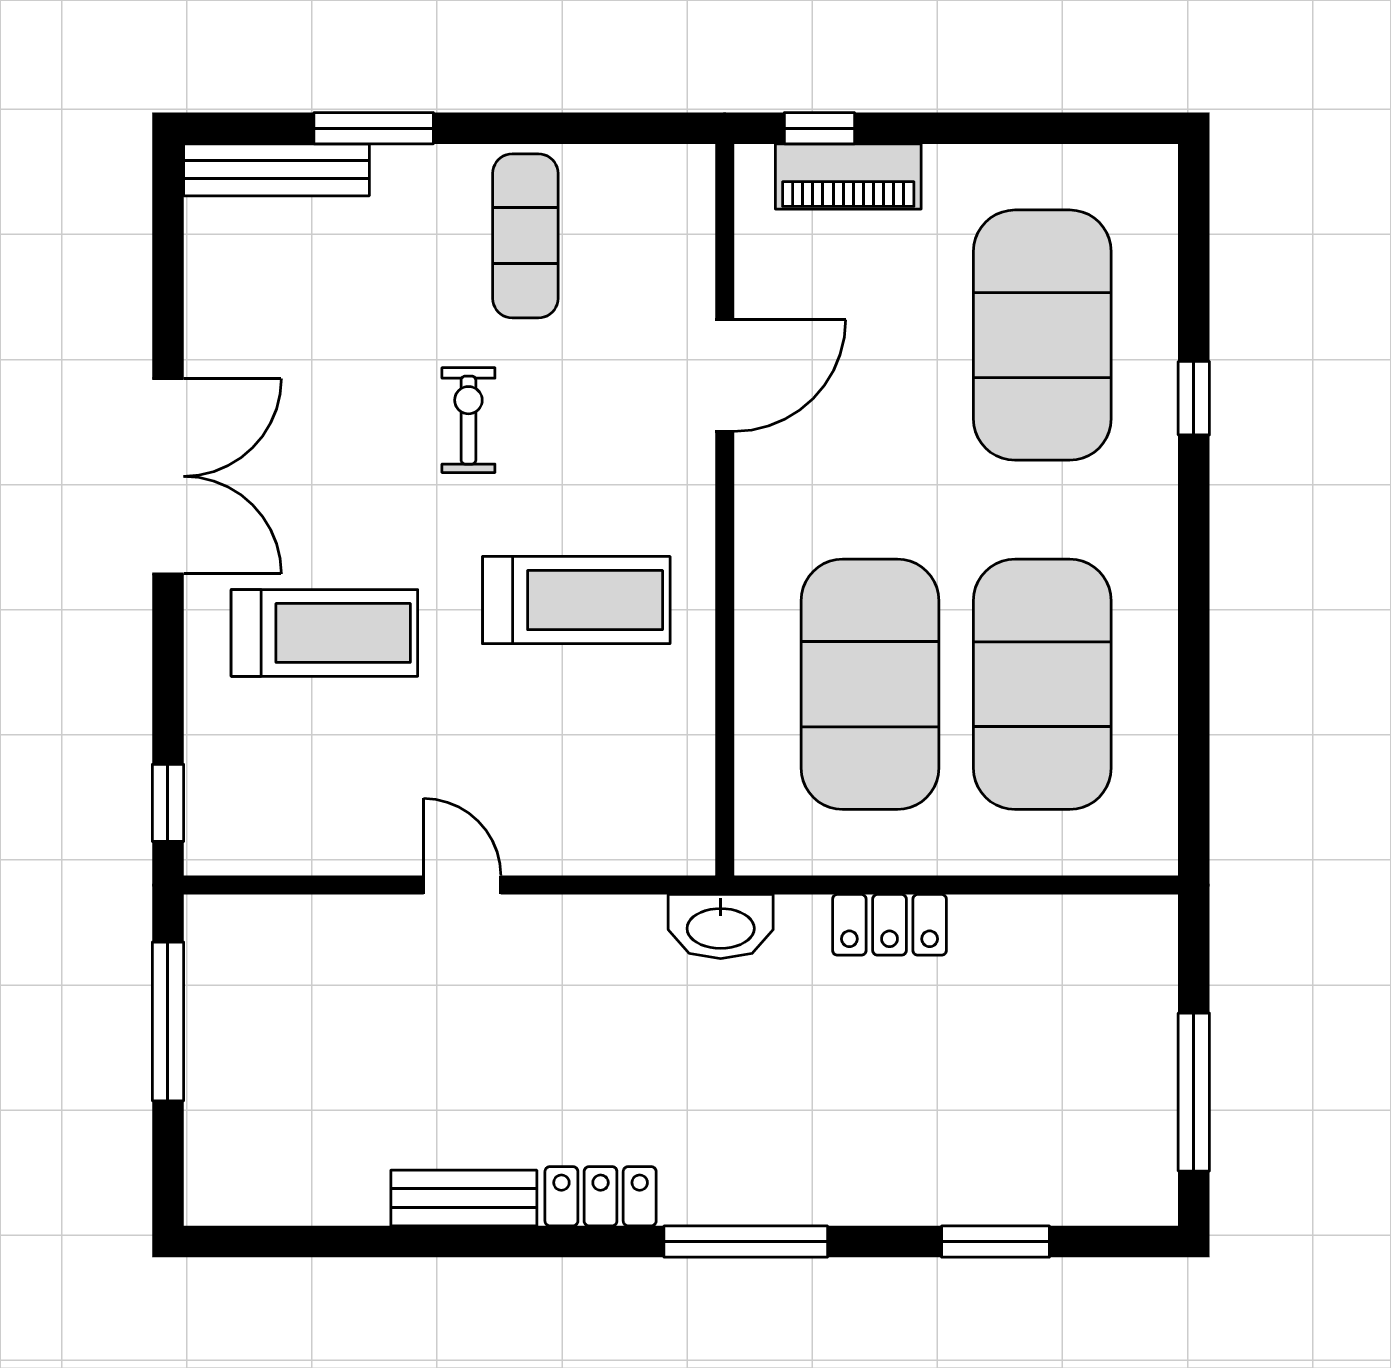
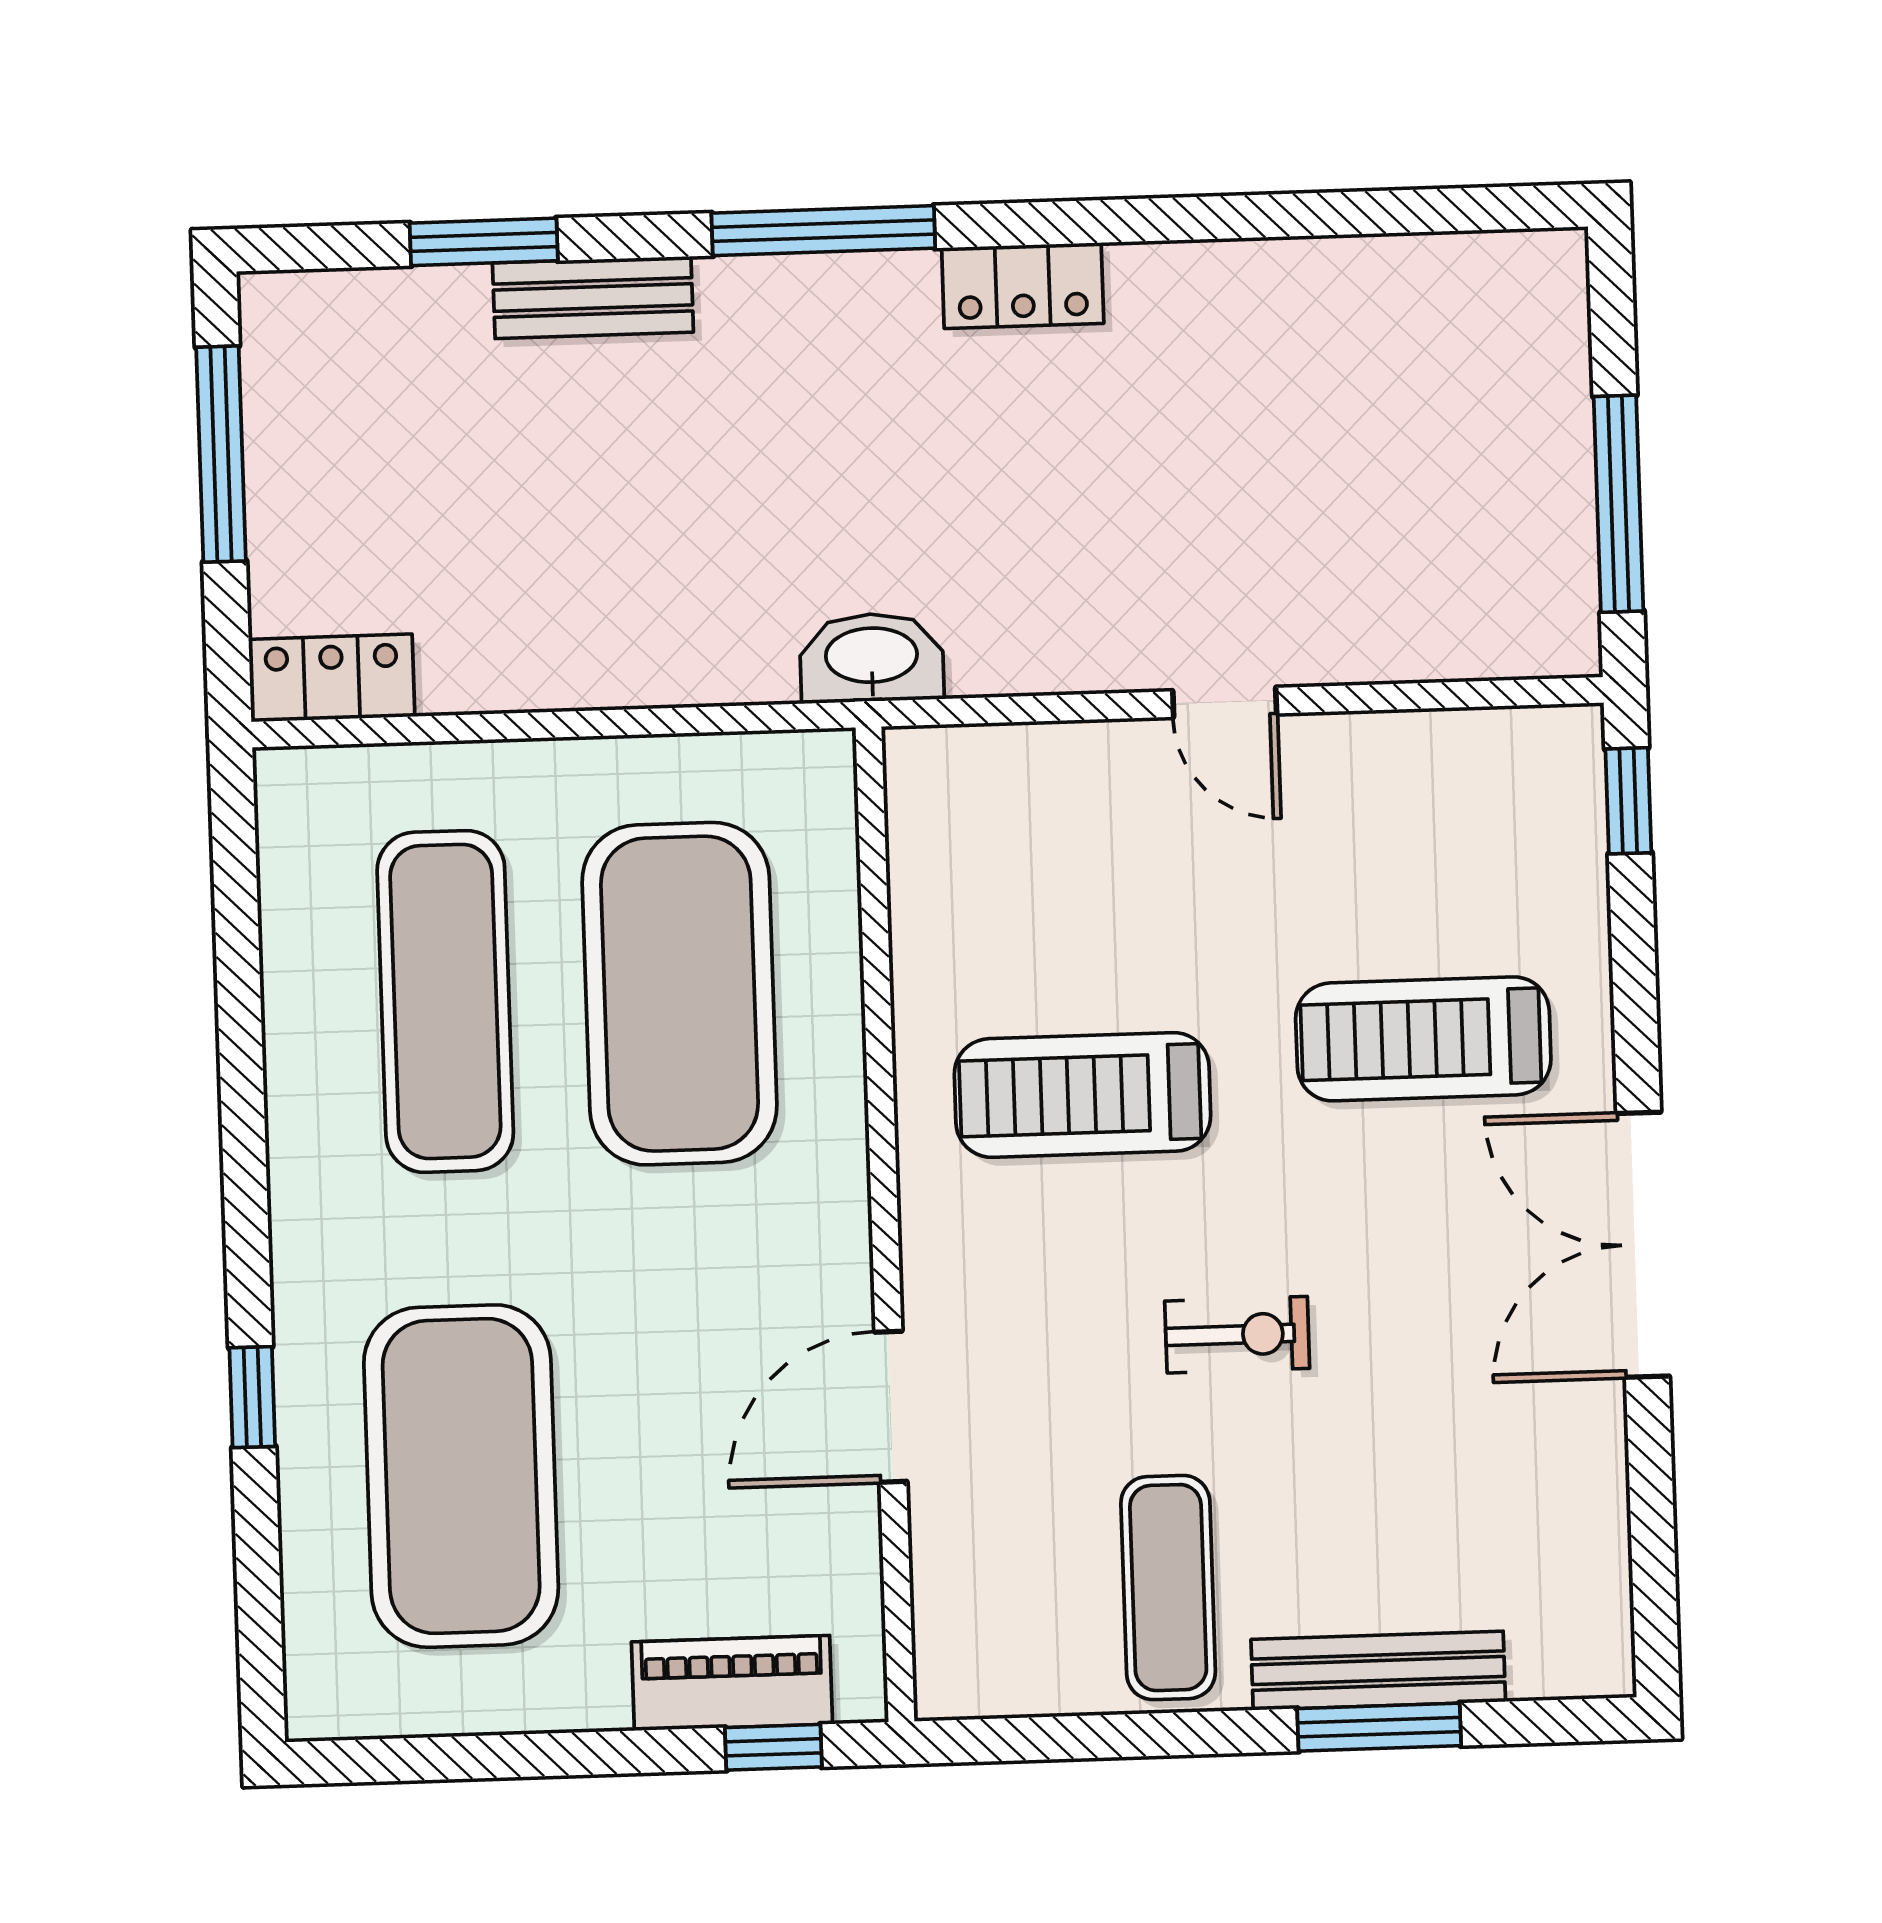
bench: (276, 170) -> (1378, 1671), moved
exercise bike: (468, 420) -> (1237, 1335), turned -90
exercise mat: (1042, 684) -> (445, 1001), width x0.68
locker: (889, 925) -> (332, 678), moved
bench: (464, 1198) -> (593, 298), moved

